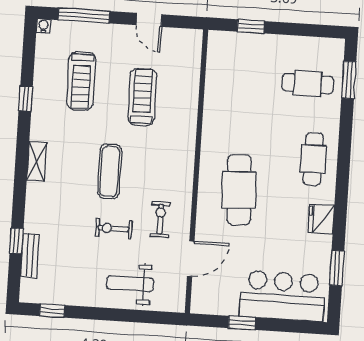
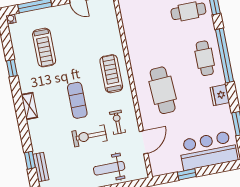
treadmill: (142, 97) -> (111, 74), moved
window: (344, 163) -> (224, 55), added
exercise bike: (114, 228) -> (89, 136), width x1.38, depth x1.39

